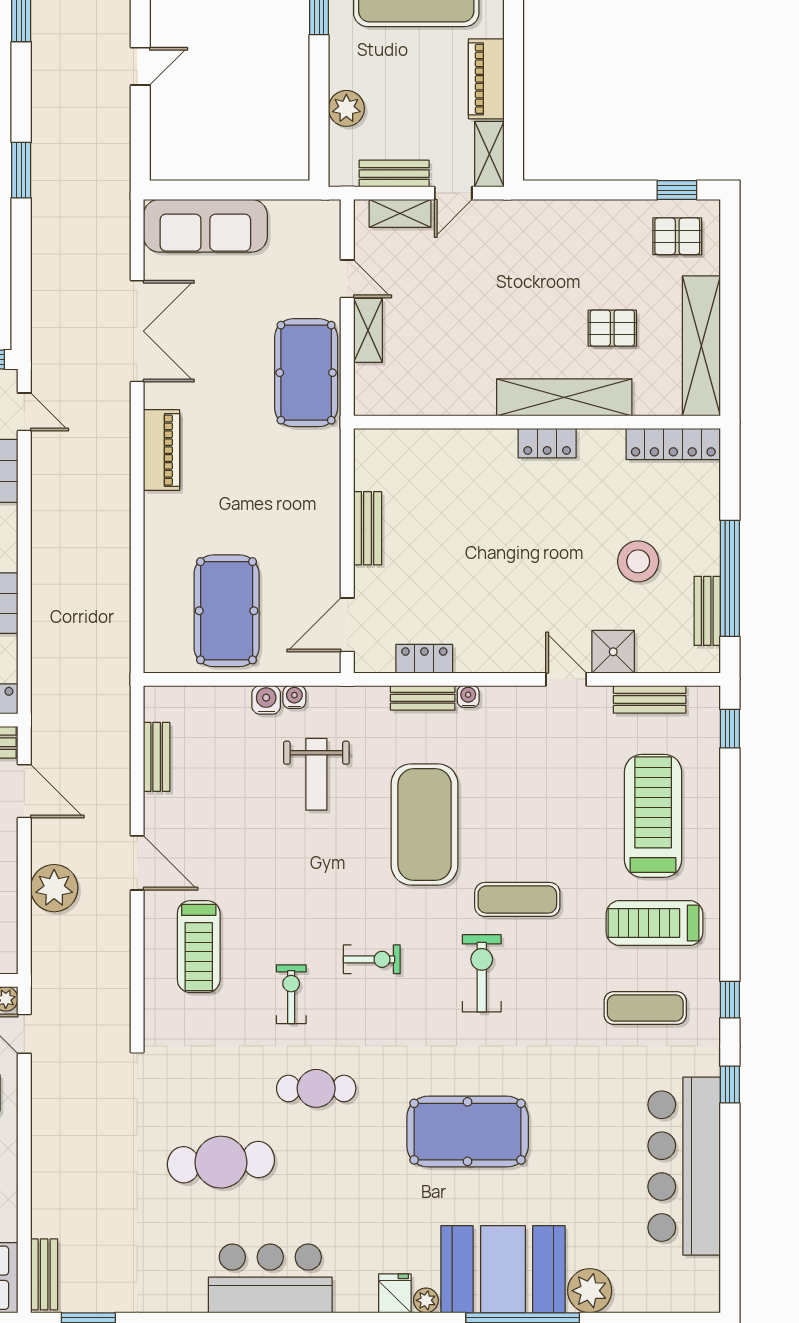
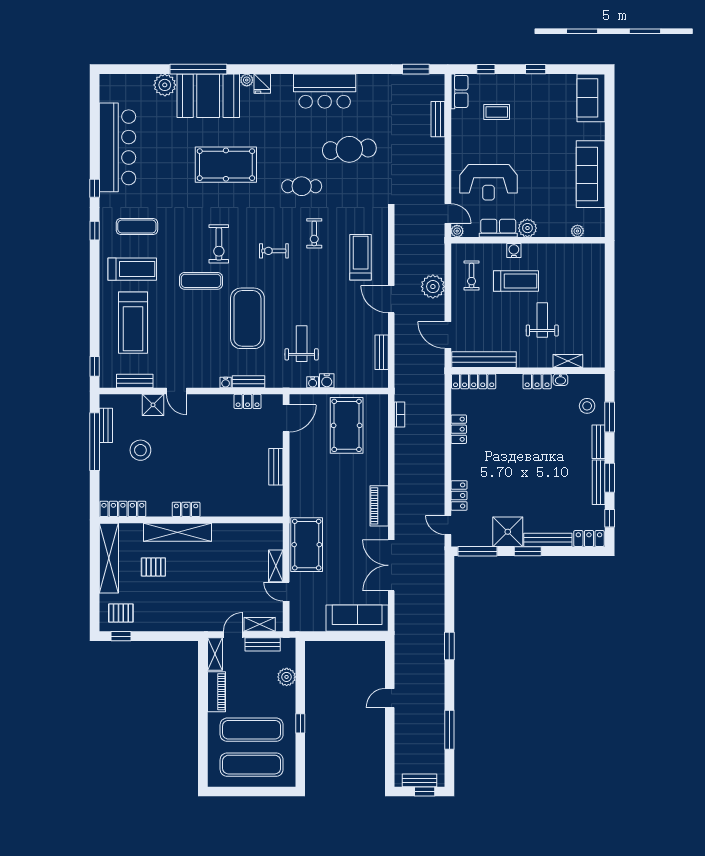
bookcase: (121, 632) -> (400, 415), added
bench: (44, 1274) -> (438, 119), moved

